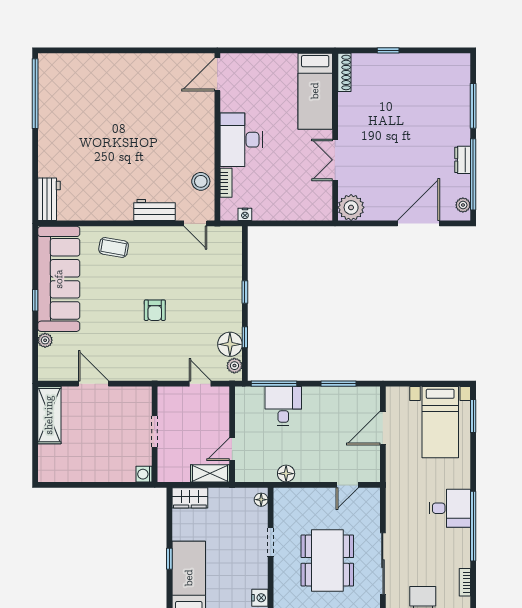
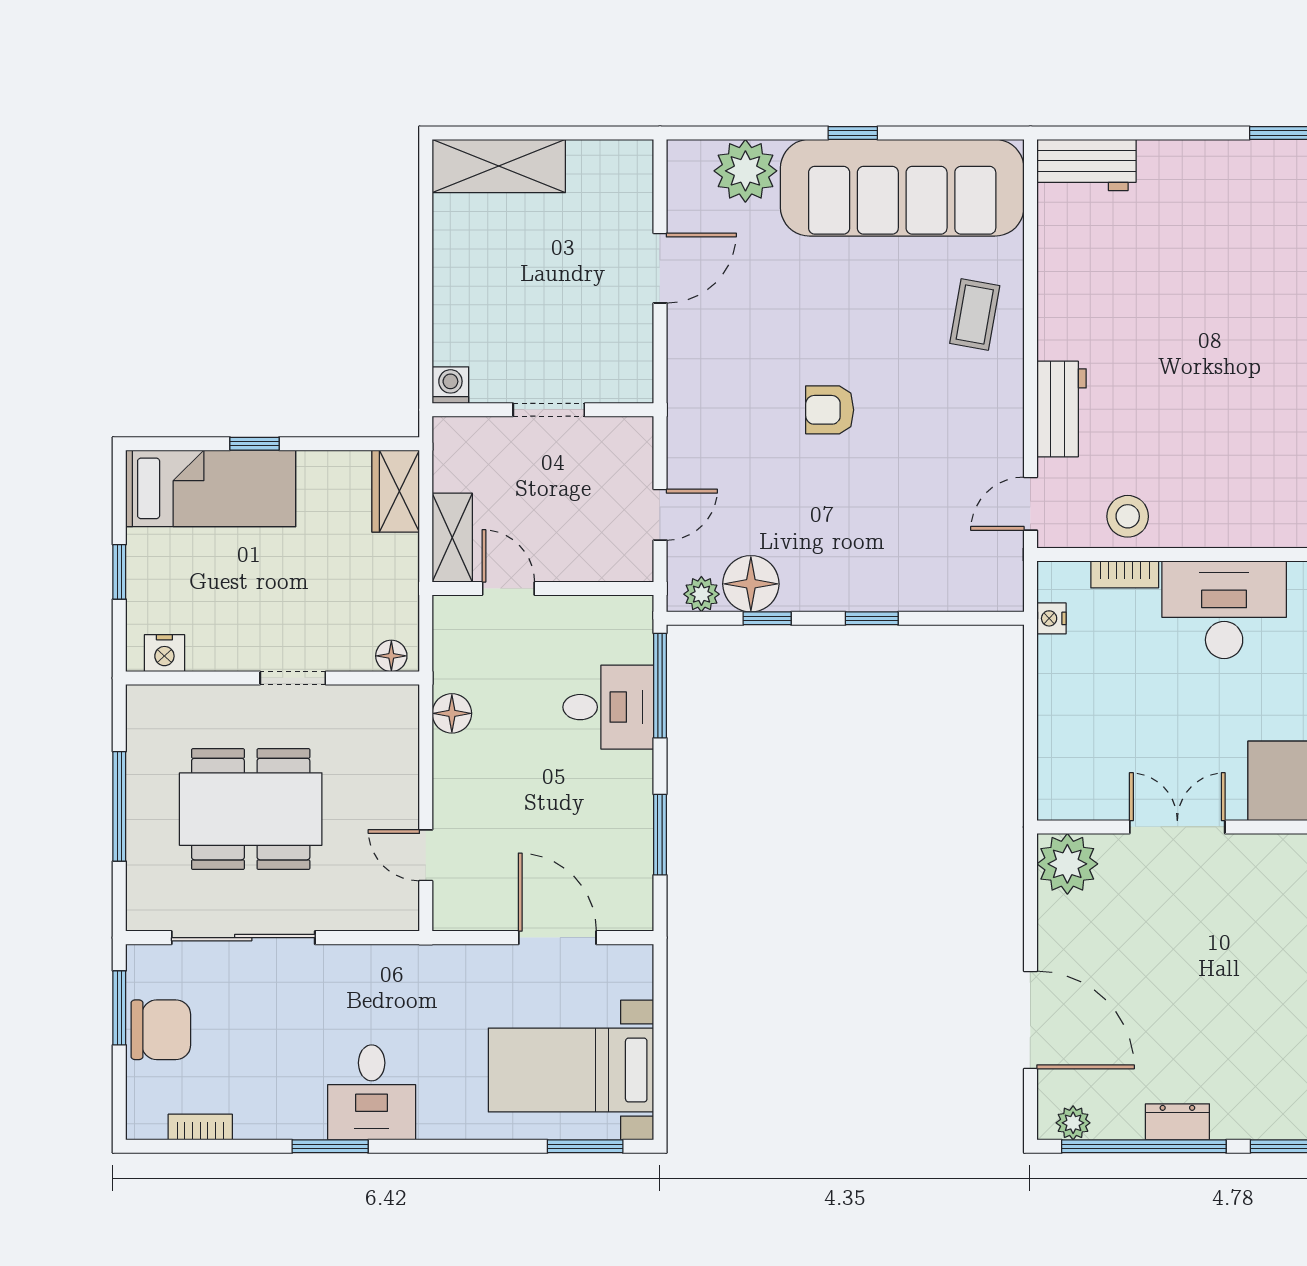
plant: (45, 340) -> (745, 171), width x1.87, depth x1.87
shelving: (49, 415) -> (499, 166), moved
window: (473, 526) -> (330, 1146), width x0.47

